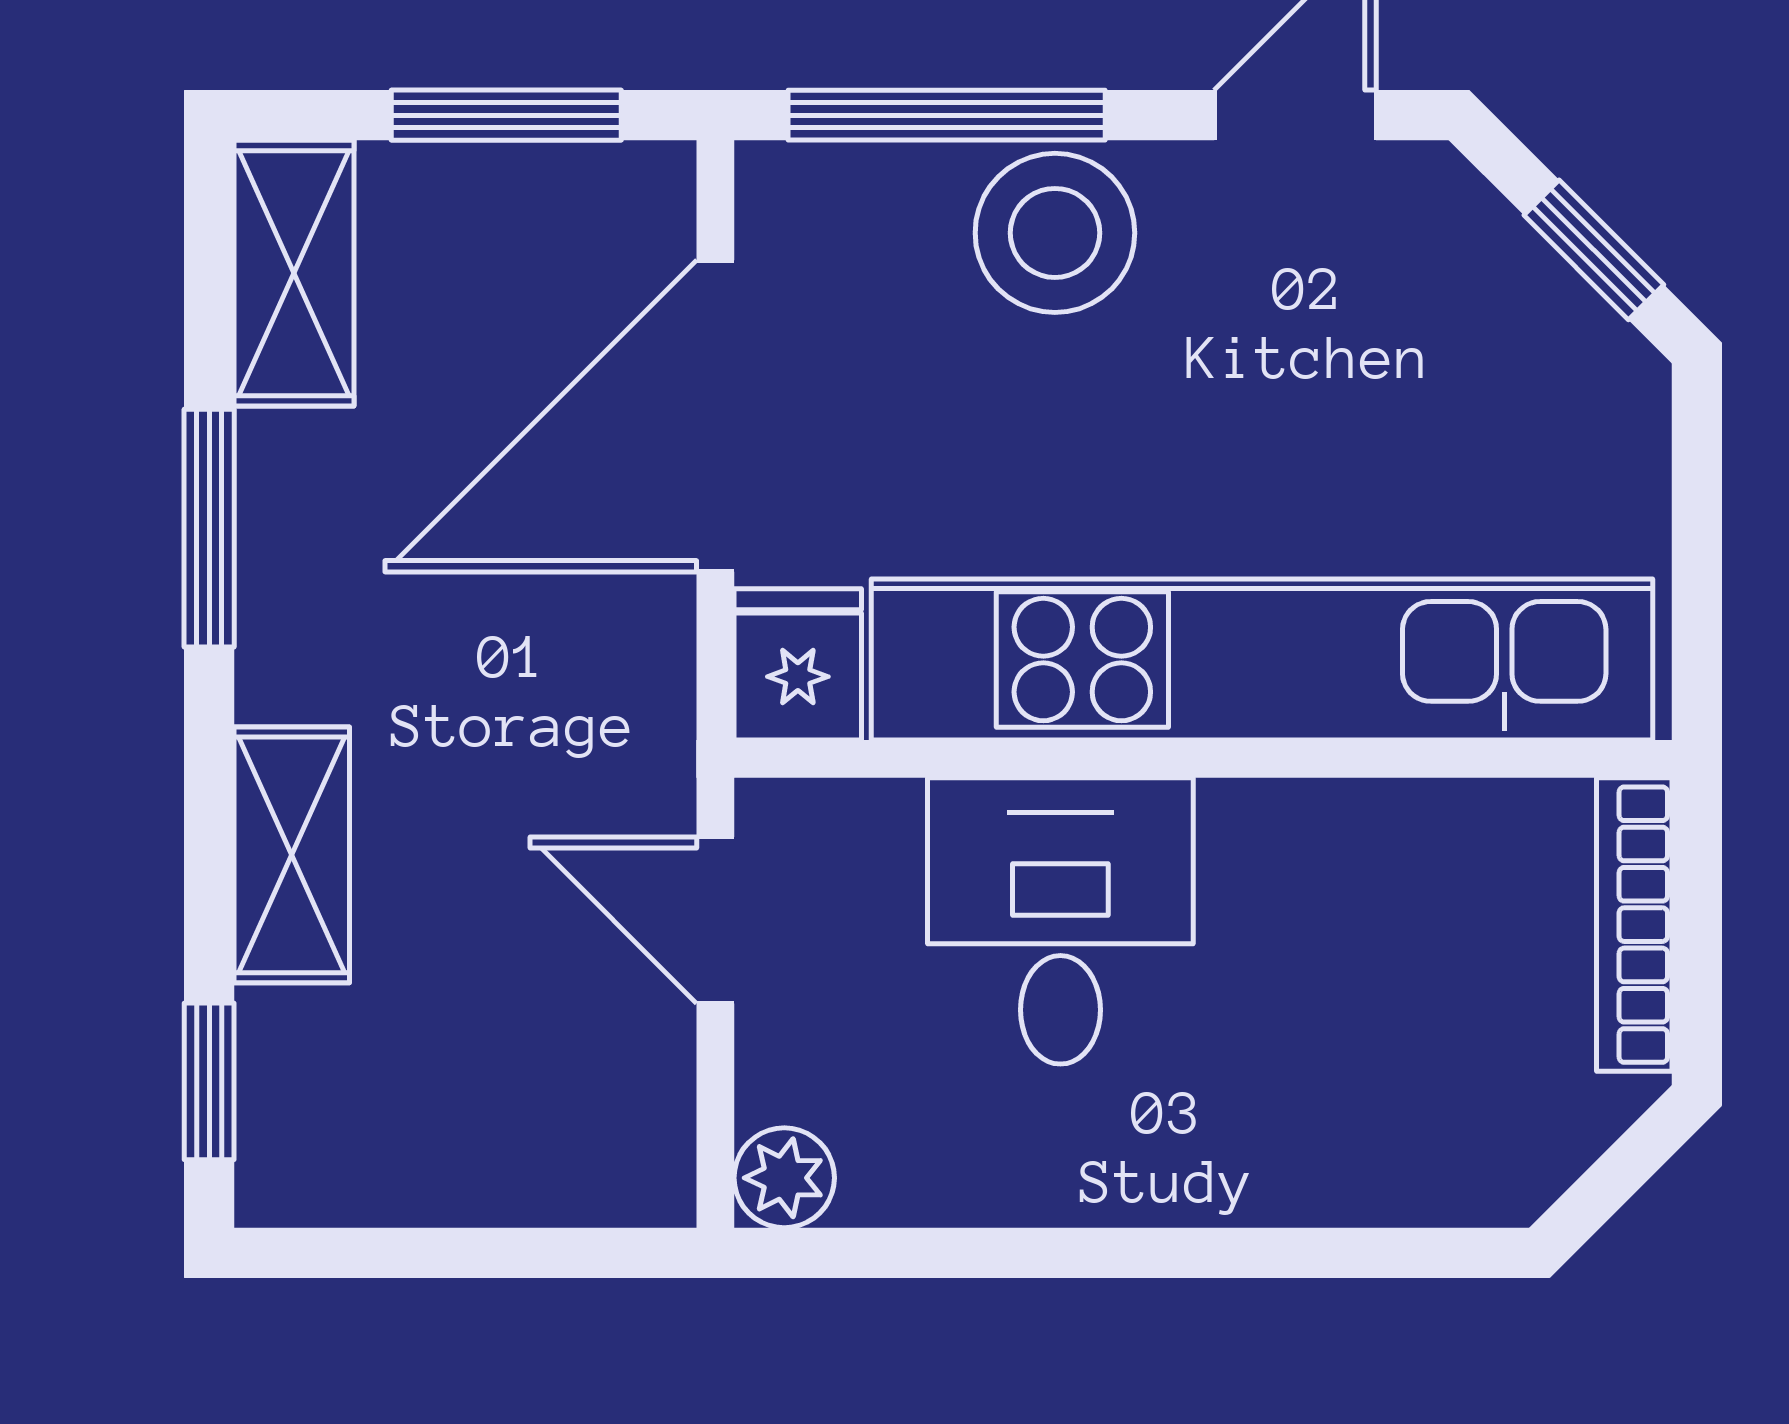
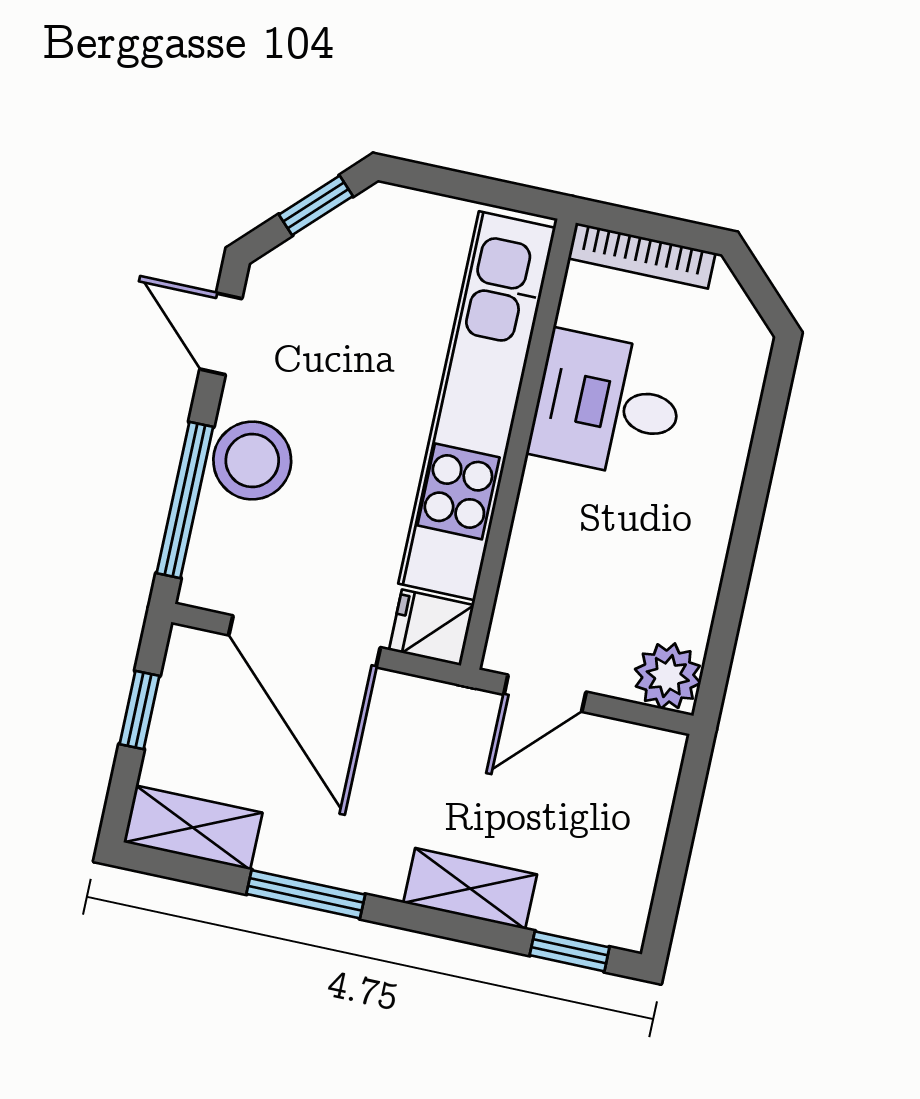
window: (506, 115) -> (140, 710), width x0.67
desk: (1060, 921) -> (608, 405), moved
plant: (784, 1178) -> (668, 676), width x1.38, depth x1.38

